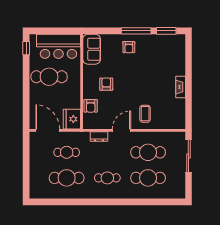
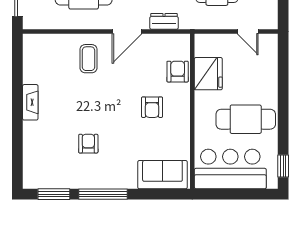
armchair: (129, 47) -> (88, 144), moved
sofa: (92, 49) -> (162, 175), moved, turned 90
fridge: (72, 119) -> (208, 74), moved
door: (48, 130) -> (248, 31), width x0.53

